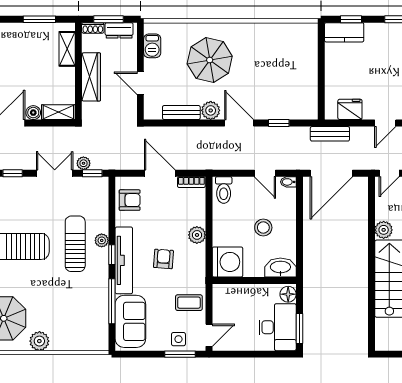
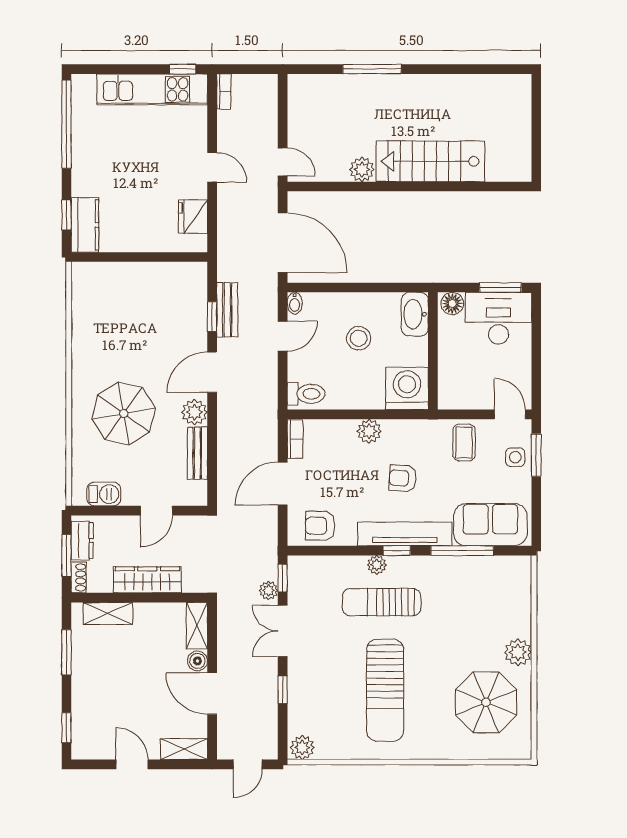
bench: (330, 134) -> (227, 310), moved
armchair: (130, 200) -> (320, 526), turned -90

